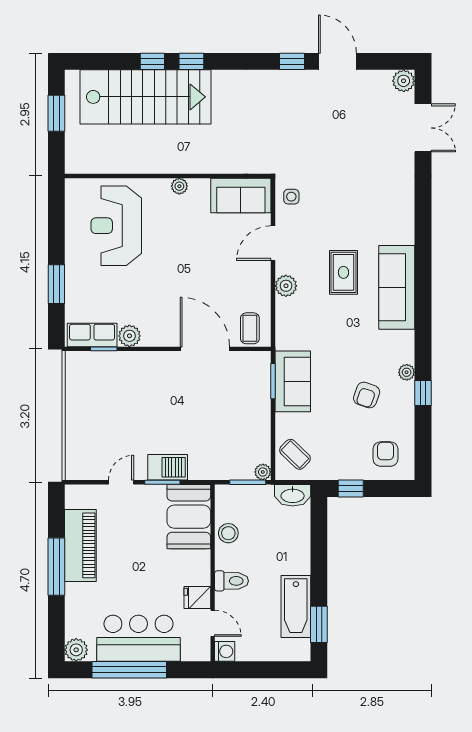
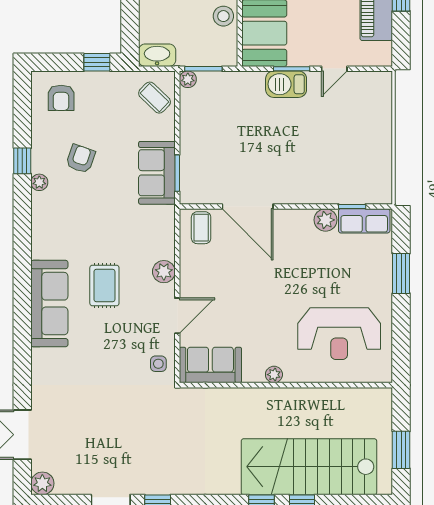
reception desk: (116, 226) -> (339, 334), turned 90
sofa: (397, 287) -> (49, 304), moved

